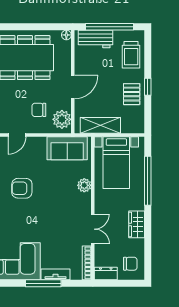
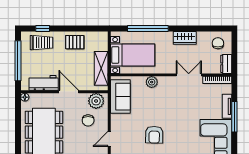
workbench: (95, 39) -> (44, 83), moved, turned -90
window: (148, 87) -> (43, 28), moved
door: (17, 135) -> (109, 139), swing flipped

